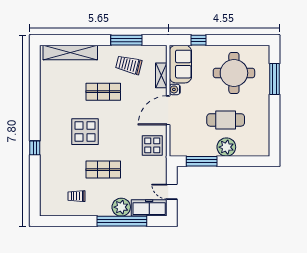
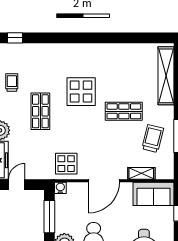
water cooler: (175, 89) -> (60, 188), moved
shop shelf: (103, 92) -> (124, 111), turned 90
door: (168, 110) -> (104, 181), swing flipped
window: (35, 148) -> (15, 38), moved

